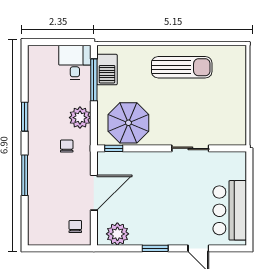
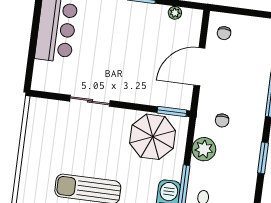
window: (114, 148) -> (172, 111), width x1.50
plant: (117, 234) -> (175, 13), width x0.53, depth x0.53

